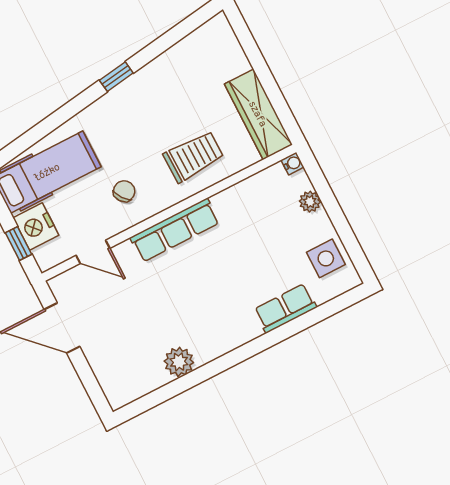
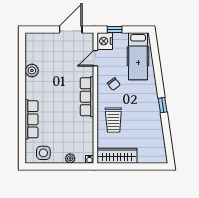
nightstand: (36, 226) -> (105, 41), moved, turned -90
row of seats: (285, 308) -> (31, 119), width x1.48

